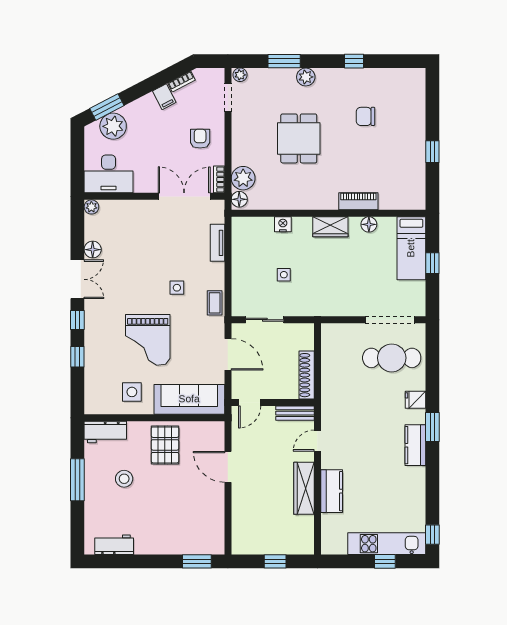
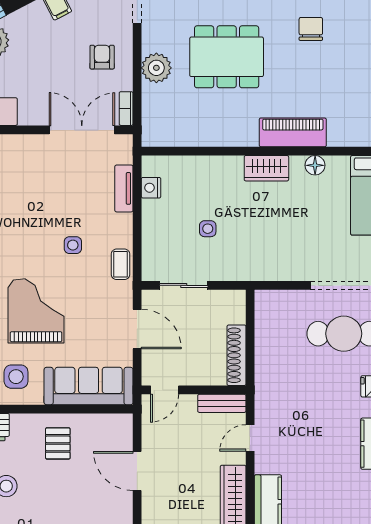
chair: (366, 116) -> (311, 29), turned 90
dining table: (299, 138) -> (227, 57), width x1.38
plant: (243, 178) -> (156, 68), moved
floor lamp: (239, 199) -> (151, 134), removed
piano: (358, 201) -> (293, 132), width x1.37, depth x1.33
nightstand: (283, 224) -> (151, 188), moved, turned -90
grand piano: (148, 340) -> (36, 311), turned 180
pallet: (165, 445) -> (58, 443), width x0.67, depth x0.71

